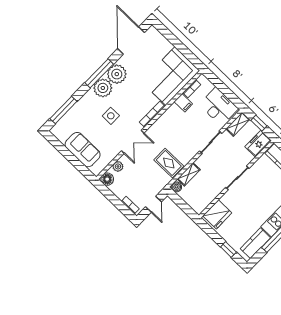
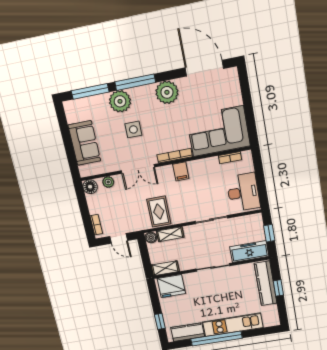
door: (131, 41) -> (204, 68), hinge flipped
window: (99, 73) -> (135, 82), moved
plant: (103, 88) -> (120, 101), moved
filing cabinet: (183, 103) -> (181, 171), moved
shelving: (238, 124) -> (165, 268), moved
freezer: (258, 144) -> (249, 252), width x1.40
door: (153, 204) -> (119, 238), hinge flipped

